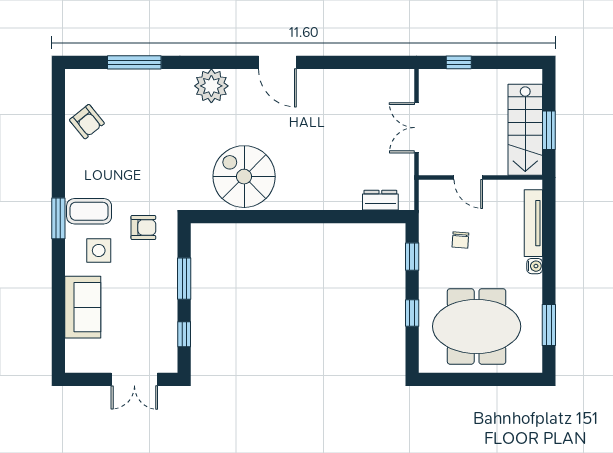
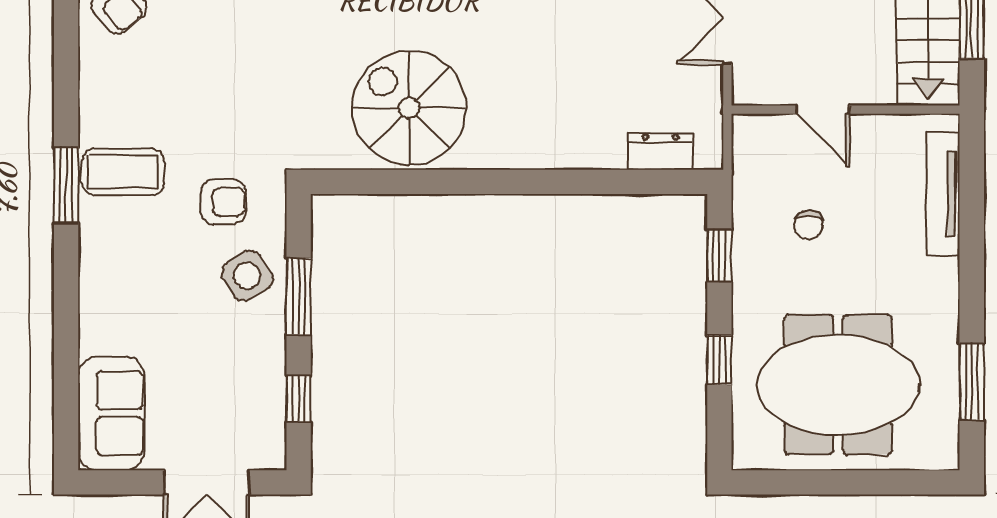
side table: (99, 250) -> (247, 276), moved, turned -31
water cooler: (535, 266) -> (945, 273), removed
sofa: (83, 307) -> (111, 413), moved

